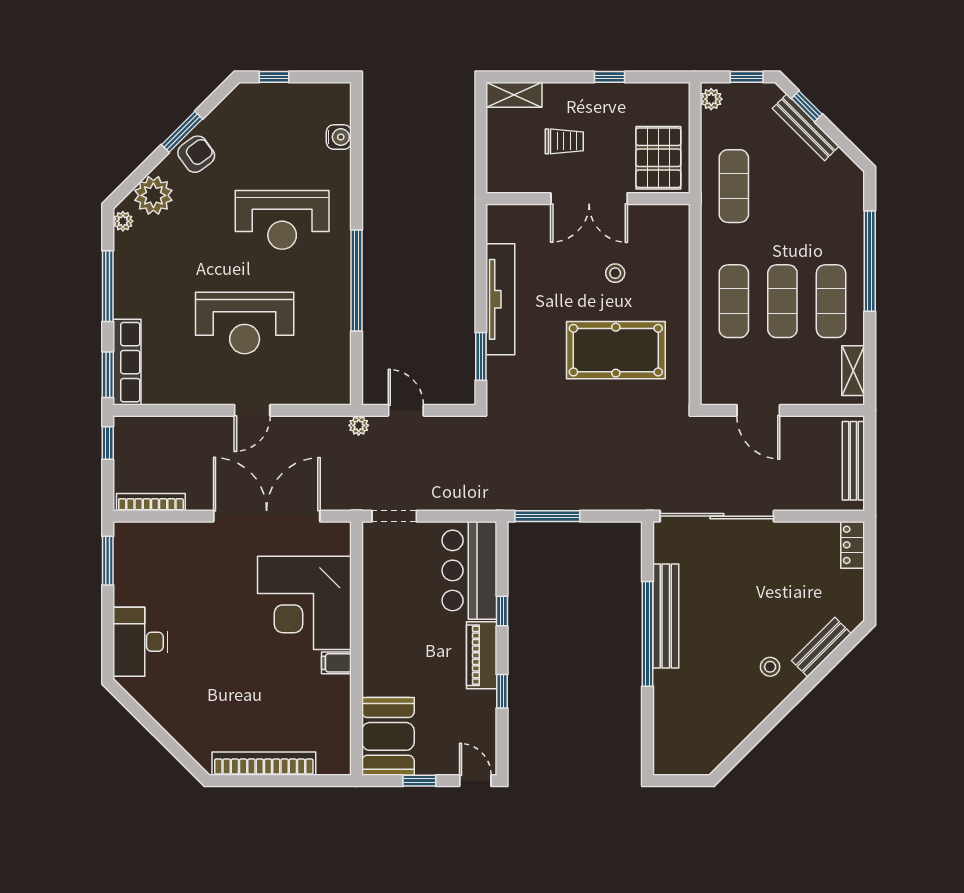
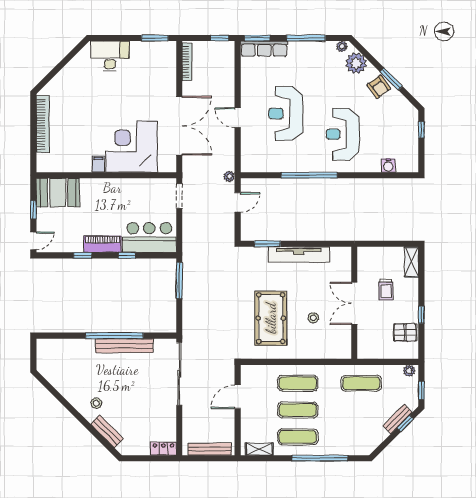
bench: (806, 127) -> (397, 419), width x0.73
pallet: (658, 158) -> (405, 332), moved, width x0.67, depth x0.71

